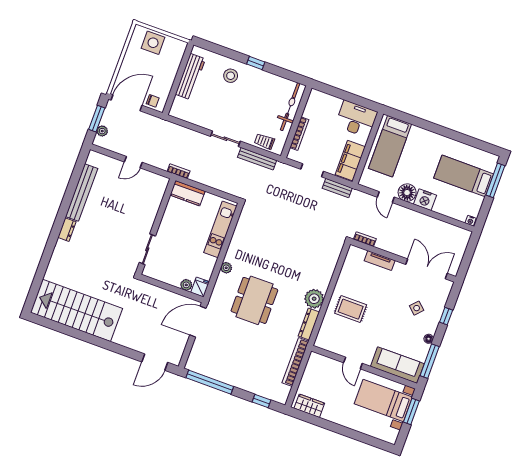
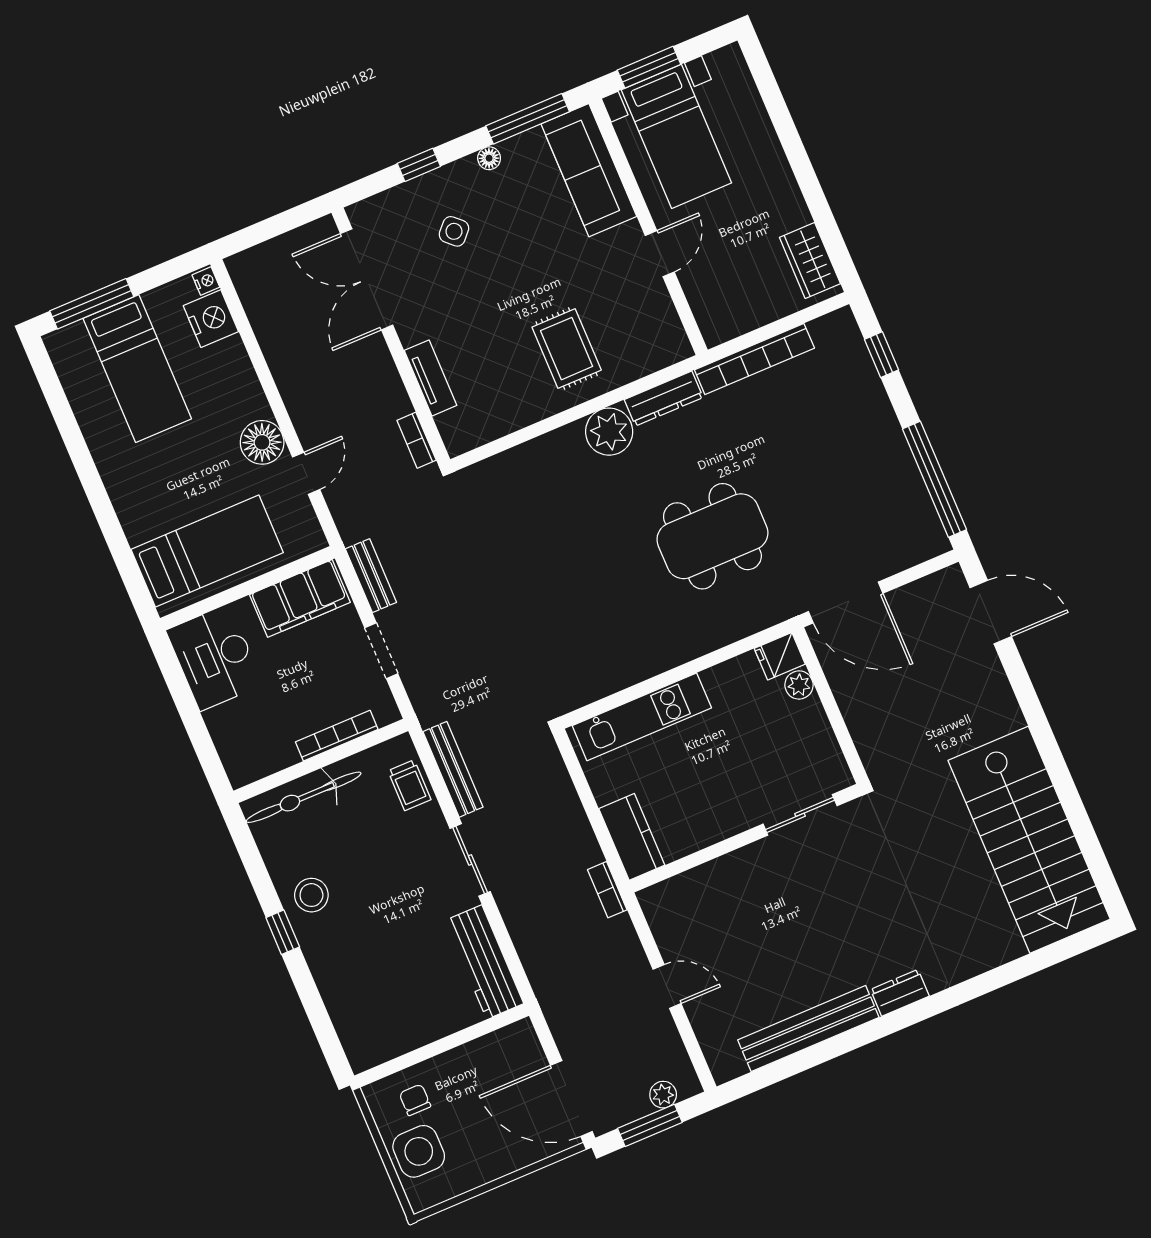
stool: (231, 76) -> (311, 895), moved
workbench: (190, 77) -> (484, 962), moved, turned -90
chair: (153, 101) -> (415, 1100), moved
nightstand: (425, 200) -> (211, 319), moved
plant: (226, 268) -> (701, 642), removed

